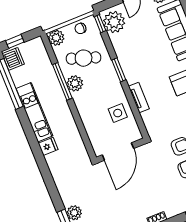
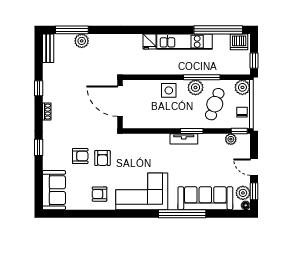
plant: (114, 22) -> (231, 139), width x0.53, depth x0.53
window: (15, 41) -> (254, 61), moved
tv unit: (139, 97) -> (184, 139), moved
side table: (118, 113) -> (169, 90), moved

